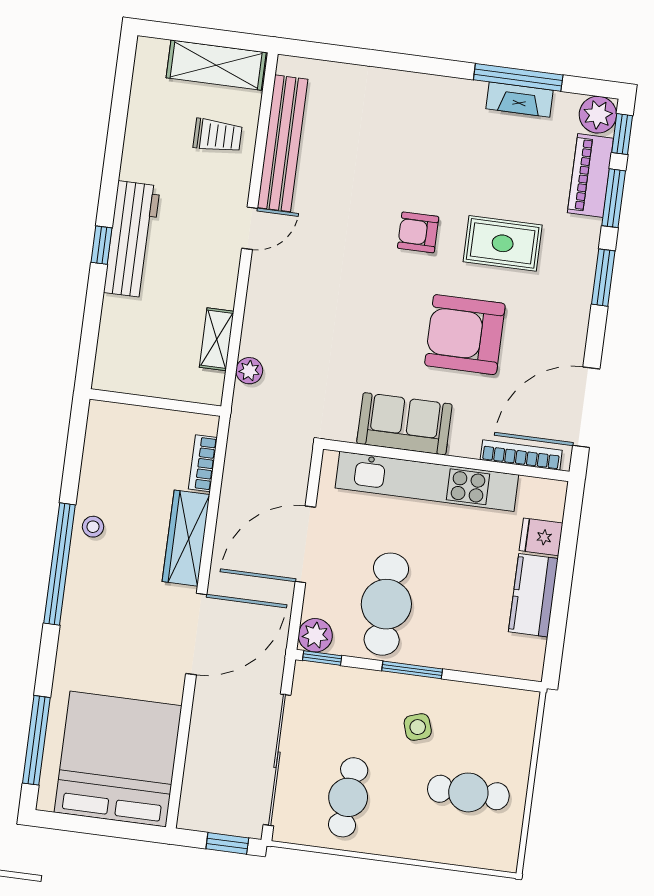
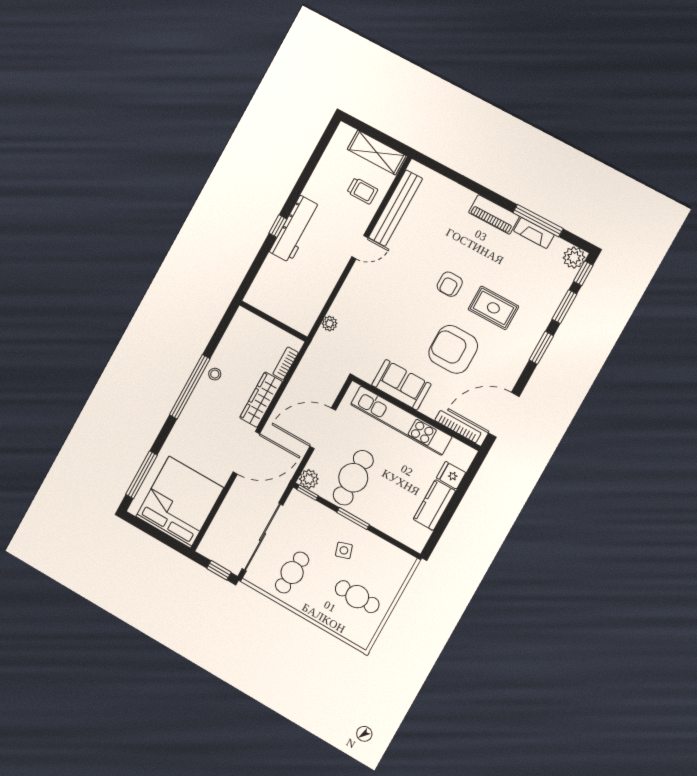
piano: (590, 176) -> (494, 214), moved, turned -90
armchair: (418, 232) -> (450, 284), turned -90
shelving: (217, 339) -> (319, 300), removed

